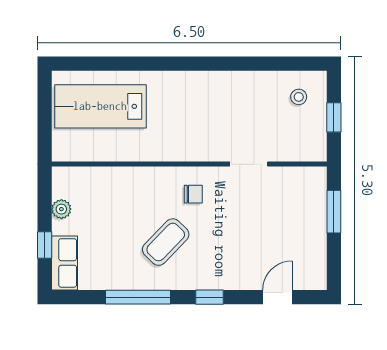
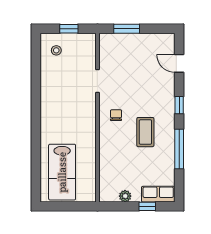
coffee table: (166, 242) -> (145, 132), turned 46

